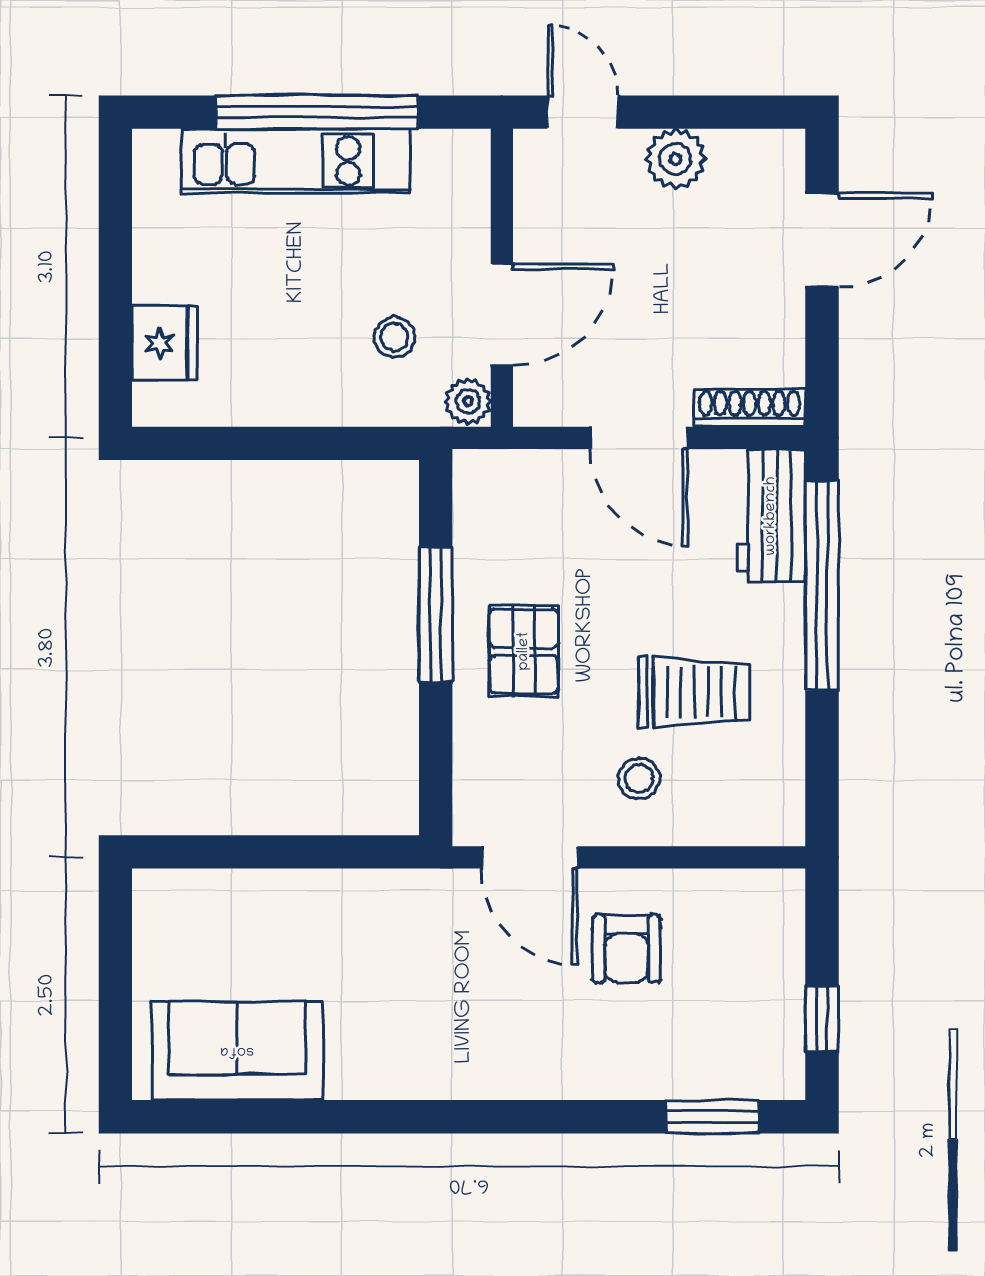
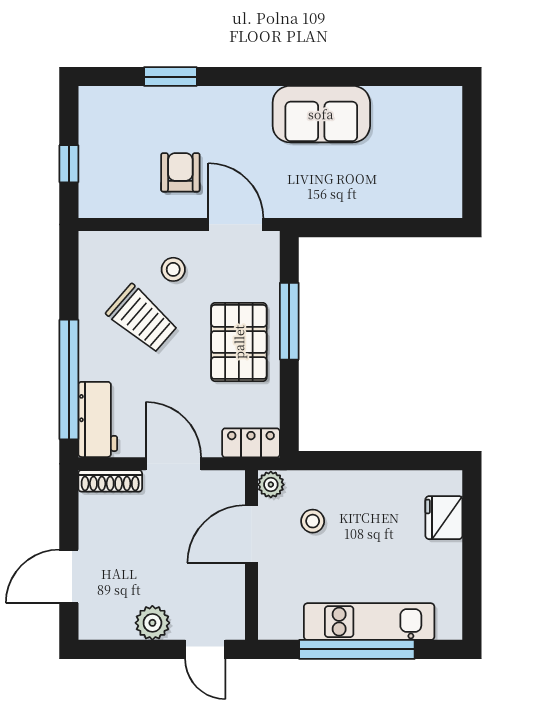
locker: (503, 474) -> (251, 443), added
window: (436, 614) -> (289, 321), moved
pallet: (524, 651) -> (239, 342), width x1.50, depth x1.42
trolley: (694, 692) -> (142, 319), turned -139
window: (822, 1019) -> (69, 164), moved
sofa: (237, 1051) -> (321, 114), moved
window: (712, 1117) -> (170, 77), moved

